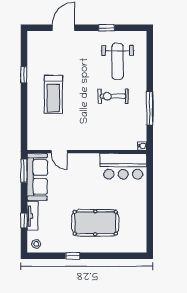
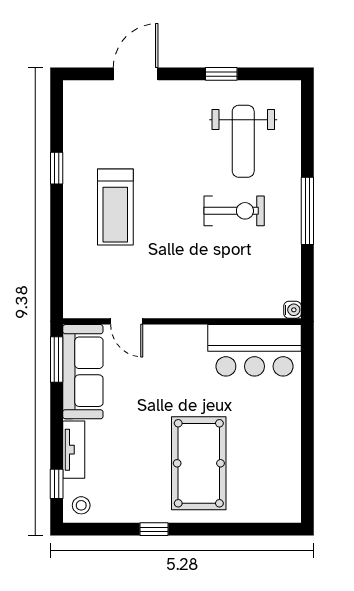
exercise bike: (113, 96) -> (234, 211), turned 180
window: (150, 108) -> (307, 211), moved
window: (24, 220) -> (57, 484), moved
pool table: (95, 223) -> (199, 463), turned 90

